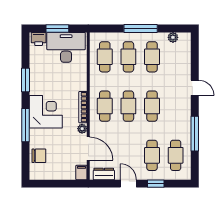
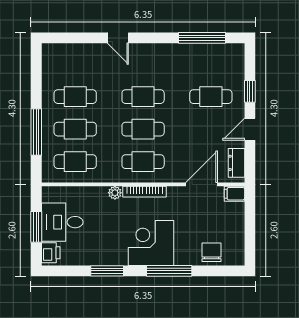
window: (141, 28) -> (36, 132), moved
plant: (173, 37) -> (49, 68), removed
desk: (66, 47) -> (62, 222), width x0.73
door: (195, 88) -> (118, 38), swing flipped
plant: (82, 129) -> (115, 193), moved
window: (195, 134) -> (202, 38), moved
cafe table: (176, 155) -> (211, 64), removed

